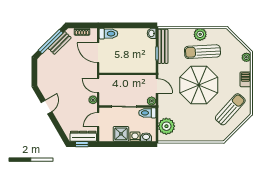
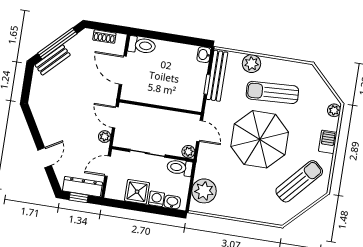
plant: (200, 34) -> (252, 64), moved
bench: (60, 43) -> (53, 60), moved
door: (46, 107) -> (45, 158), moved

